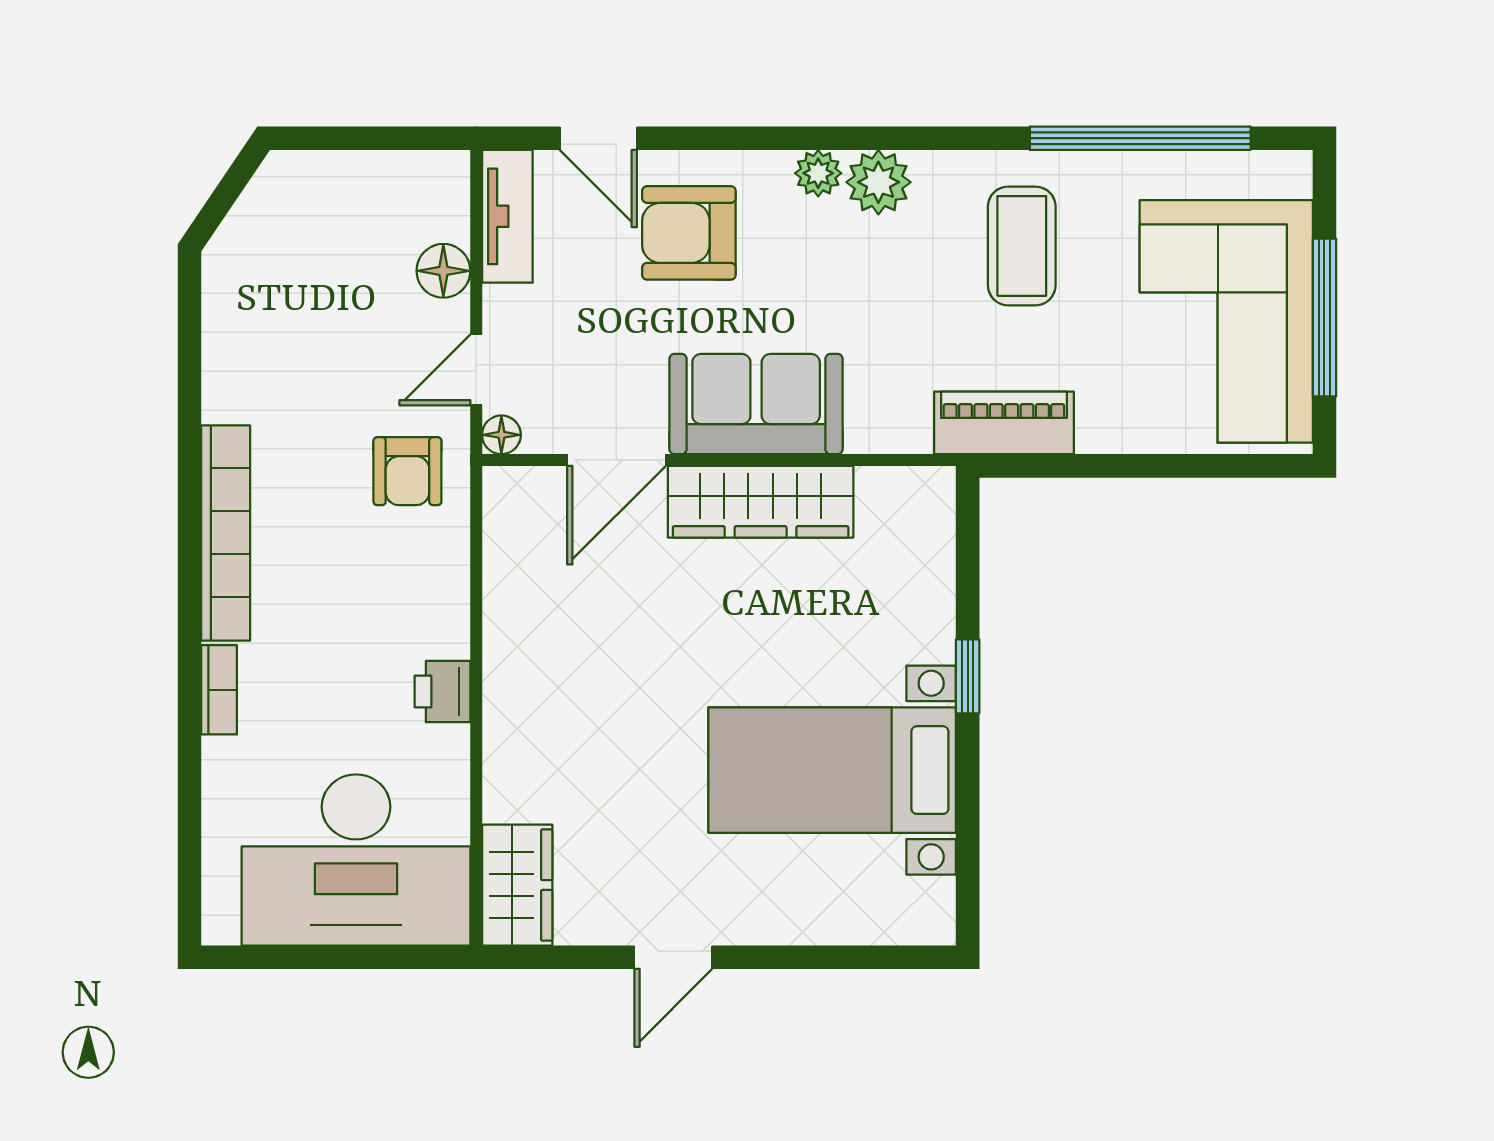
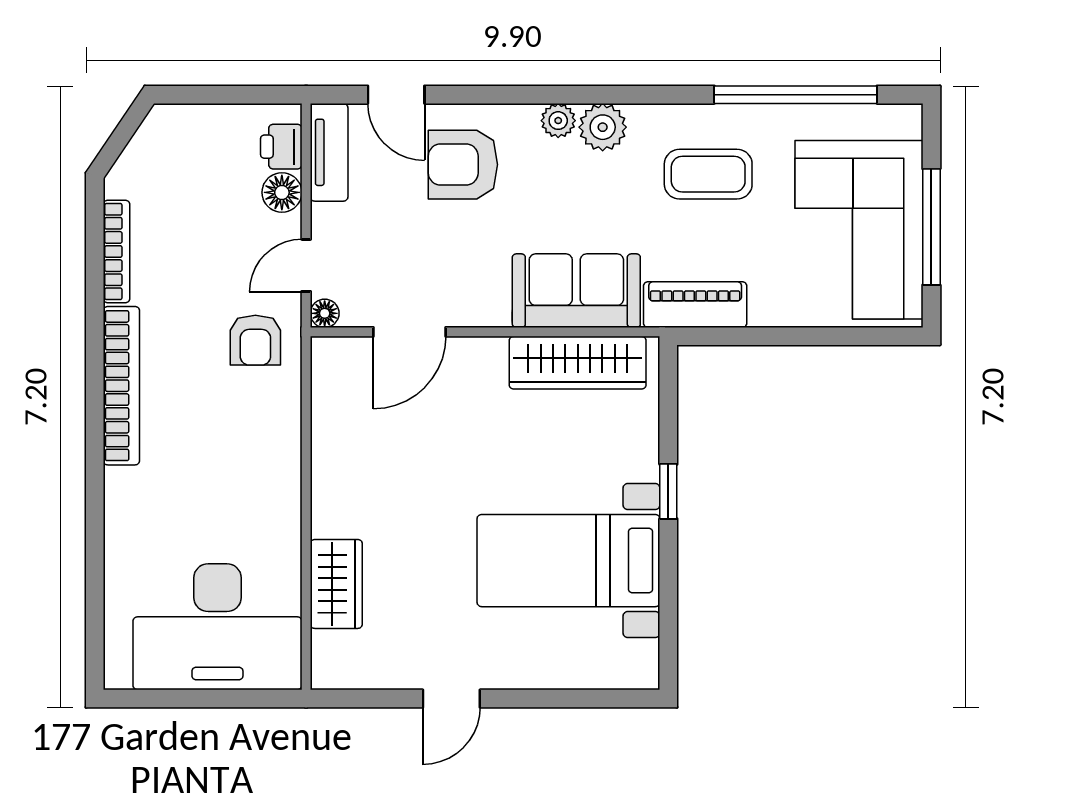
coffee table: (1022, 246) -> (708, 174), turned 90
sofa: (756, 404) -> (576, 291), moved
wardrobe: (761, 502) -> (578, 363), moved
bookcase: (219, 690) -> (117, 252), moved, width x1.56
printer: (442, 692) -> (281, 147), moved
wardrobe: (517, 885) -> (336, 584), moved

